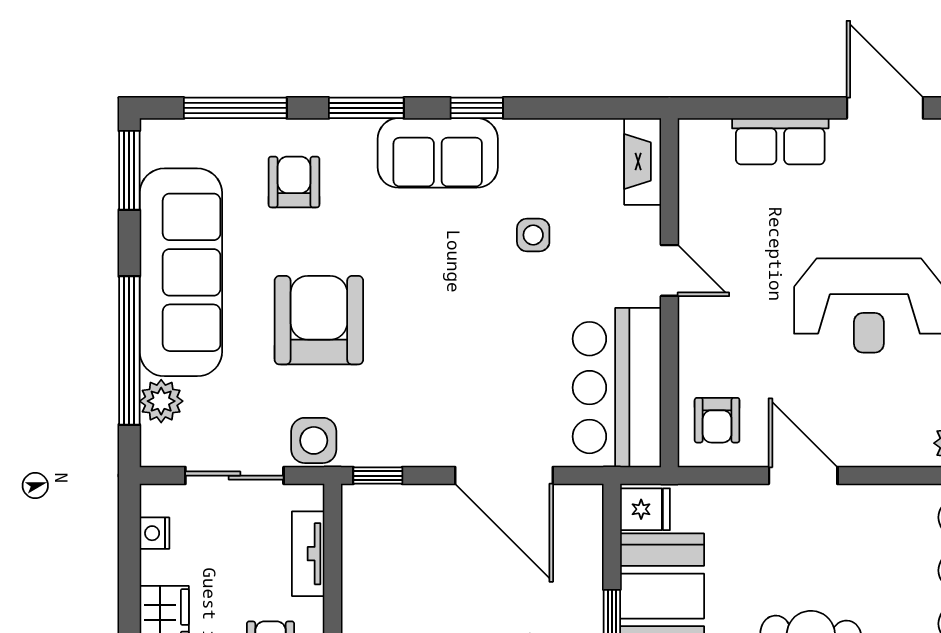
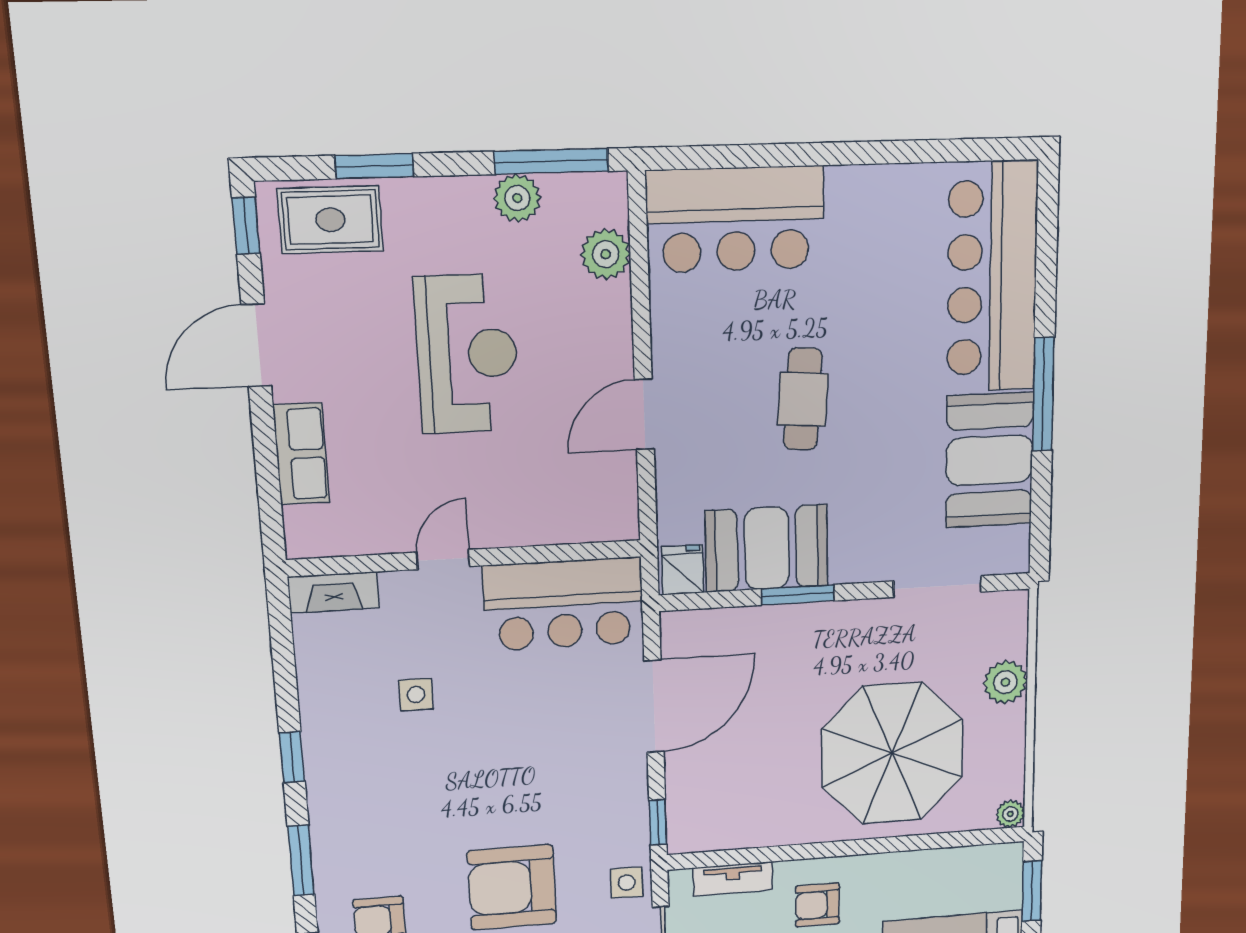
sofa: (438, 153) -> (340, 791), removed
armchair: (717, 420) -> (592, 504), removed
side table: (314, 440) -> (627, 883), width x0.73, depth x0.73

